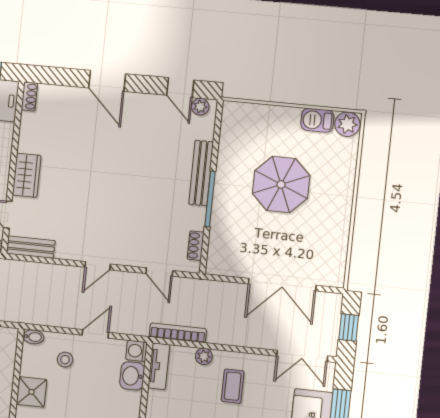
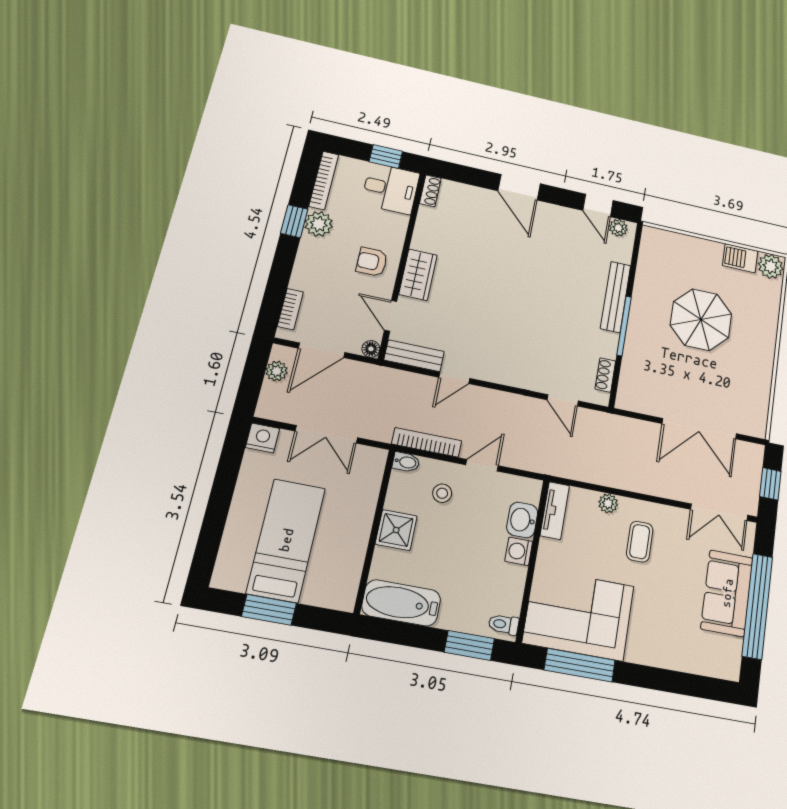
door: (98, 266) -> (454, 378), moved
bookcase: (178, 333) -> (427, 442), moved
washing machine: (137, 351) -> (519, 551), moved

